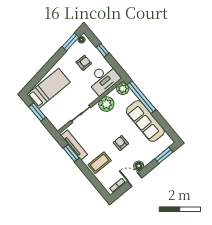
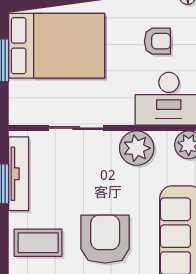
bed: (49, 88) -> (57, 46), width x1.50
armchair: (121, 143) -> (105, 239), width x1.88, depth x1.88

